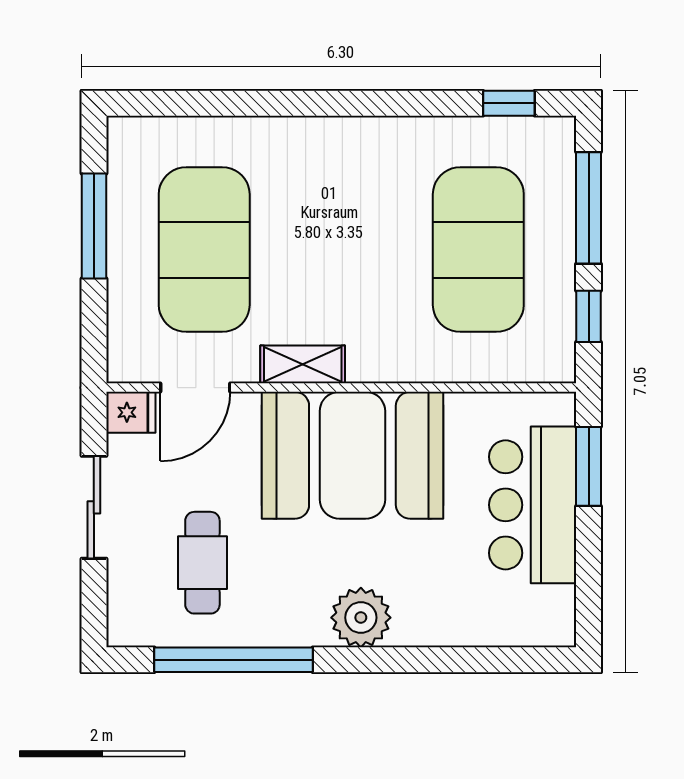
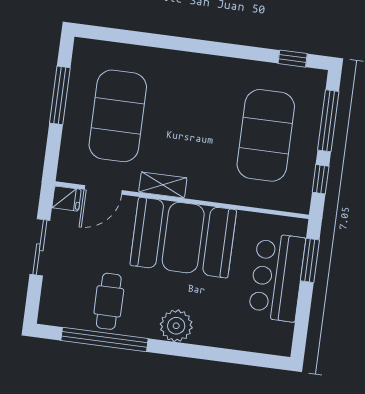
cafe table: (202, 563) -> (109, 301), moved

